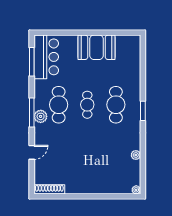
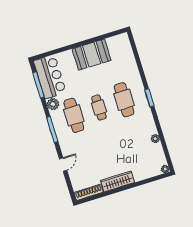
plant: (41, 116) -> (53, 104), moved
wardrobe: (83, 187) -> (118, 181), added

